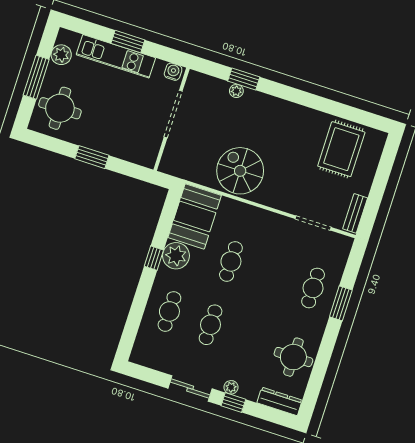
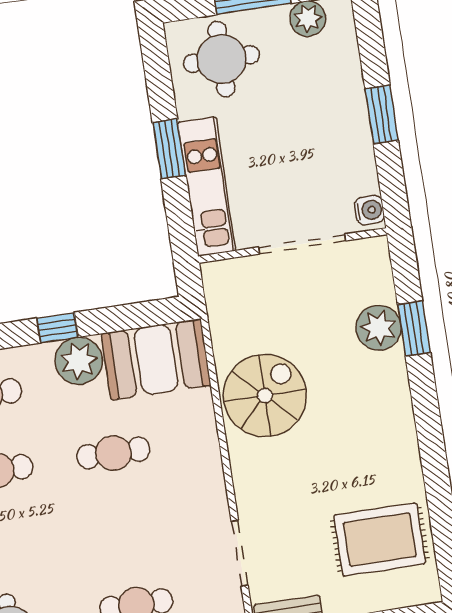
kitchen unit: (116, 56) -> (207, 187), moved, turned 180
plant: (236, 91) -> (379, 328), width x1.88, depth x1.88

